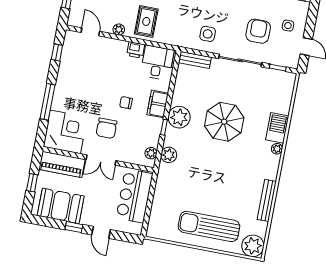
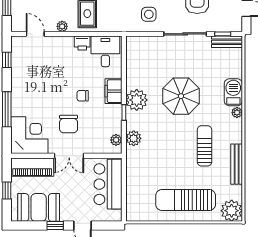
bench: (195, 60) -> (227, 42), moved
sun lounger: (238, 176) -> (204, 146), added

